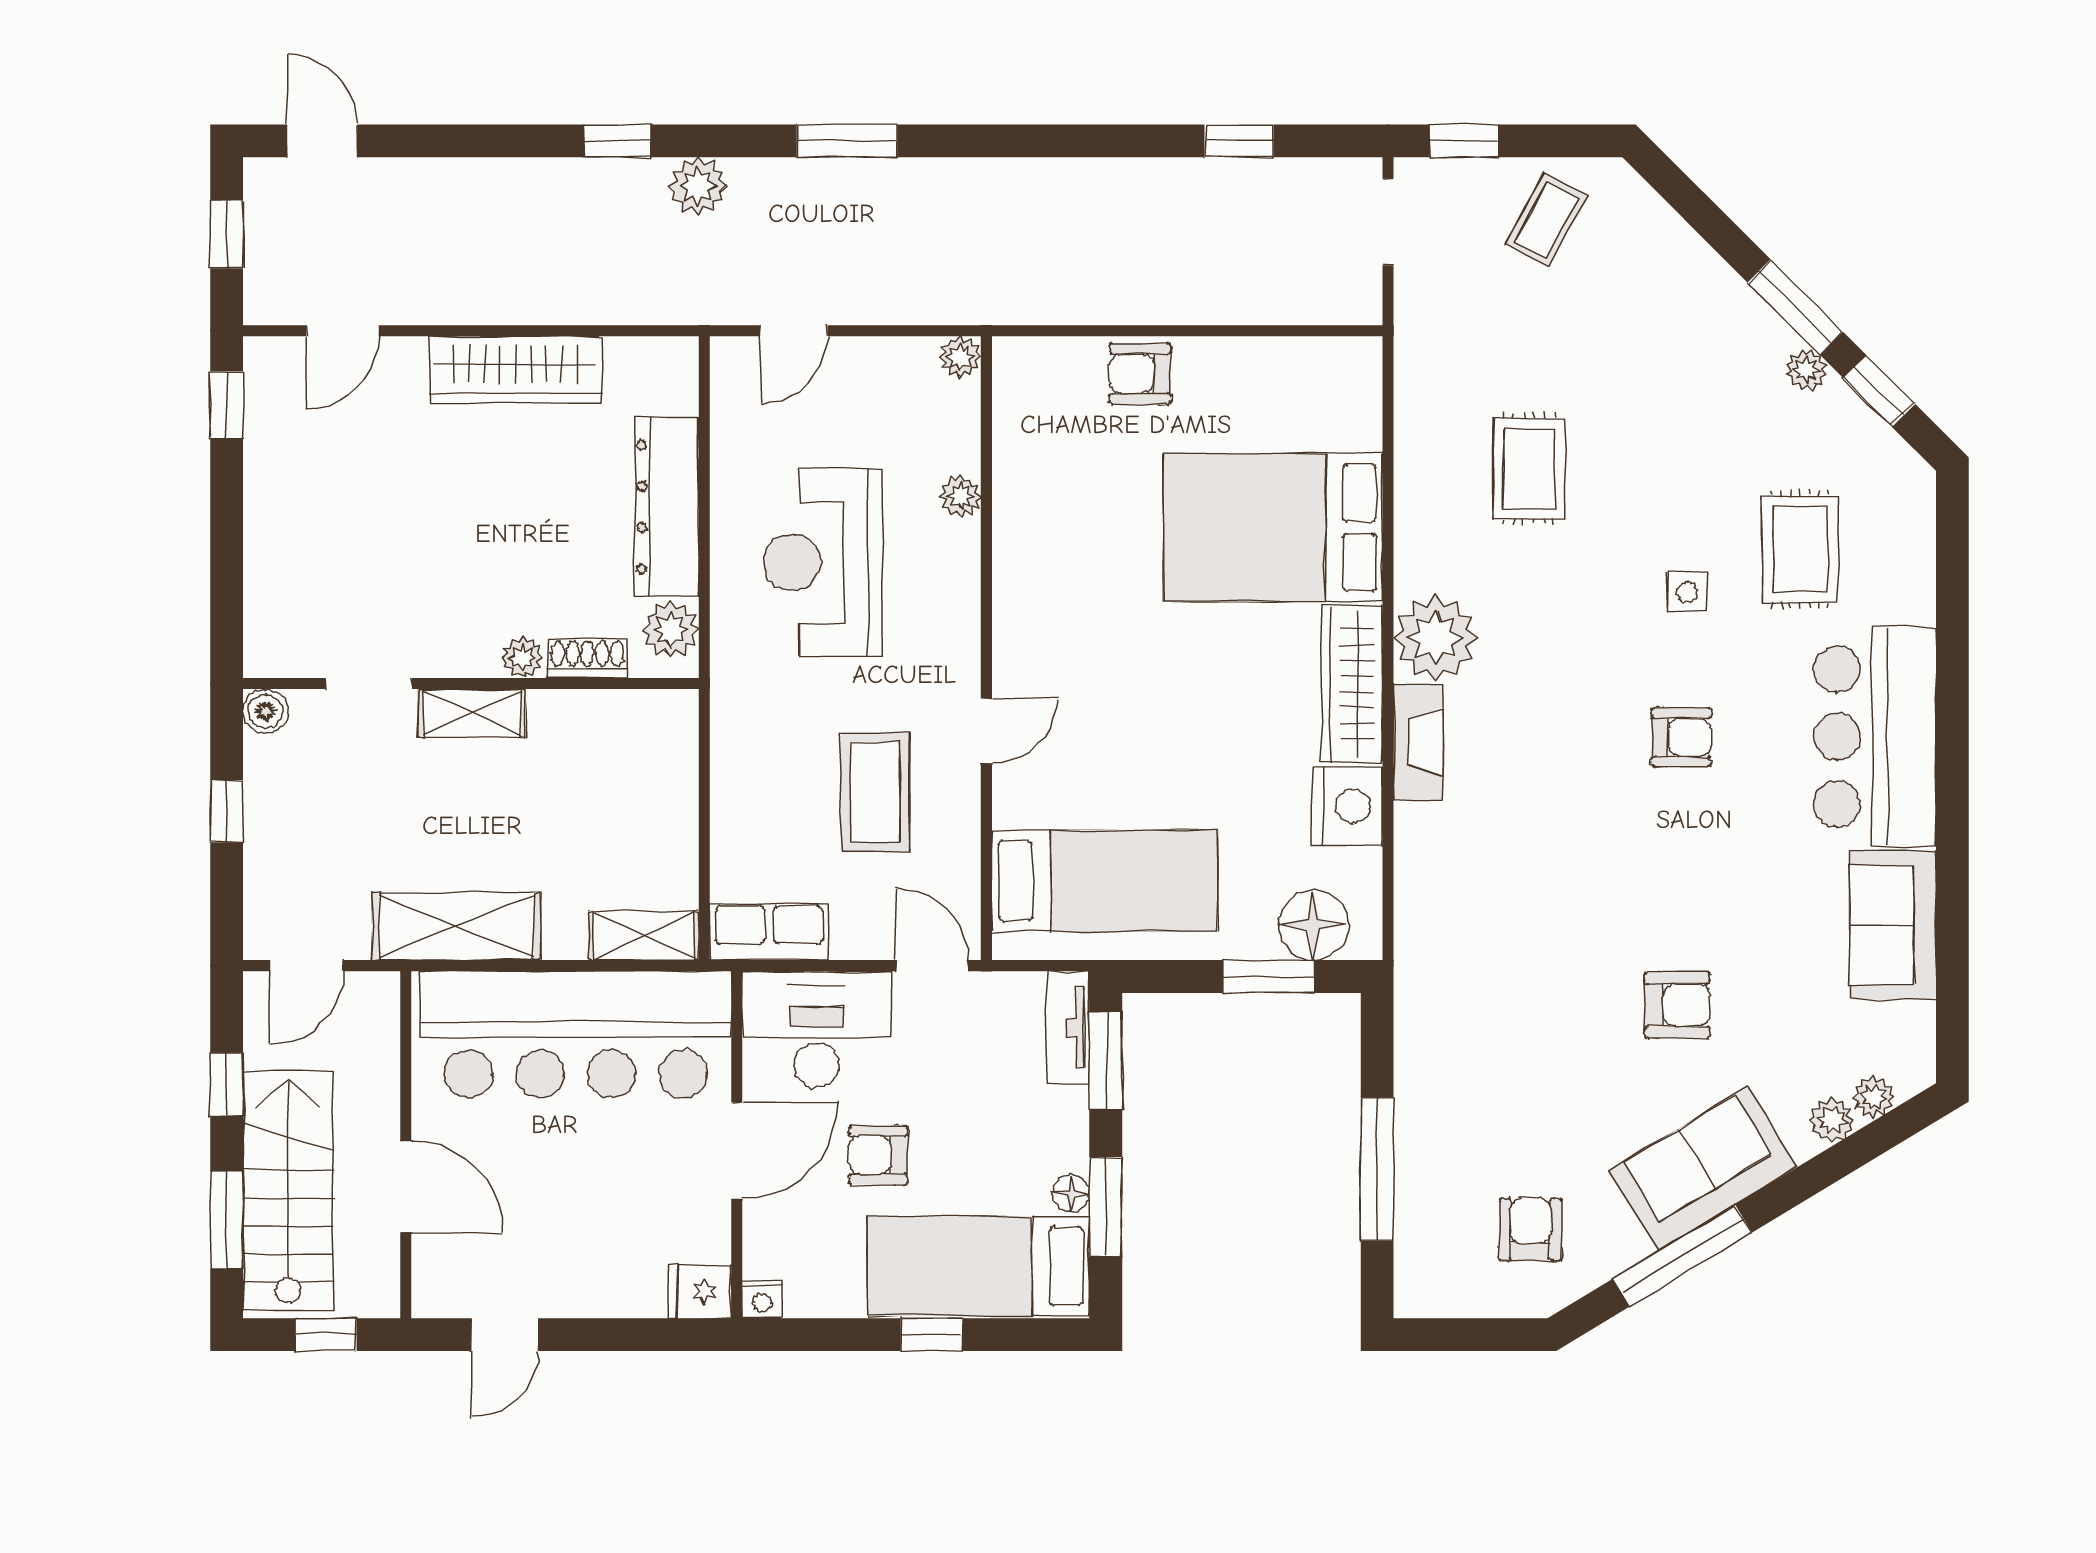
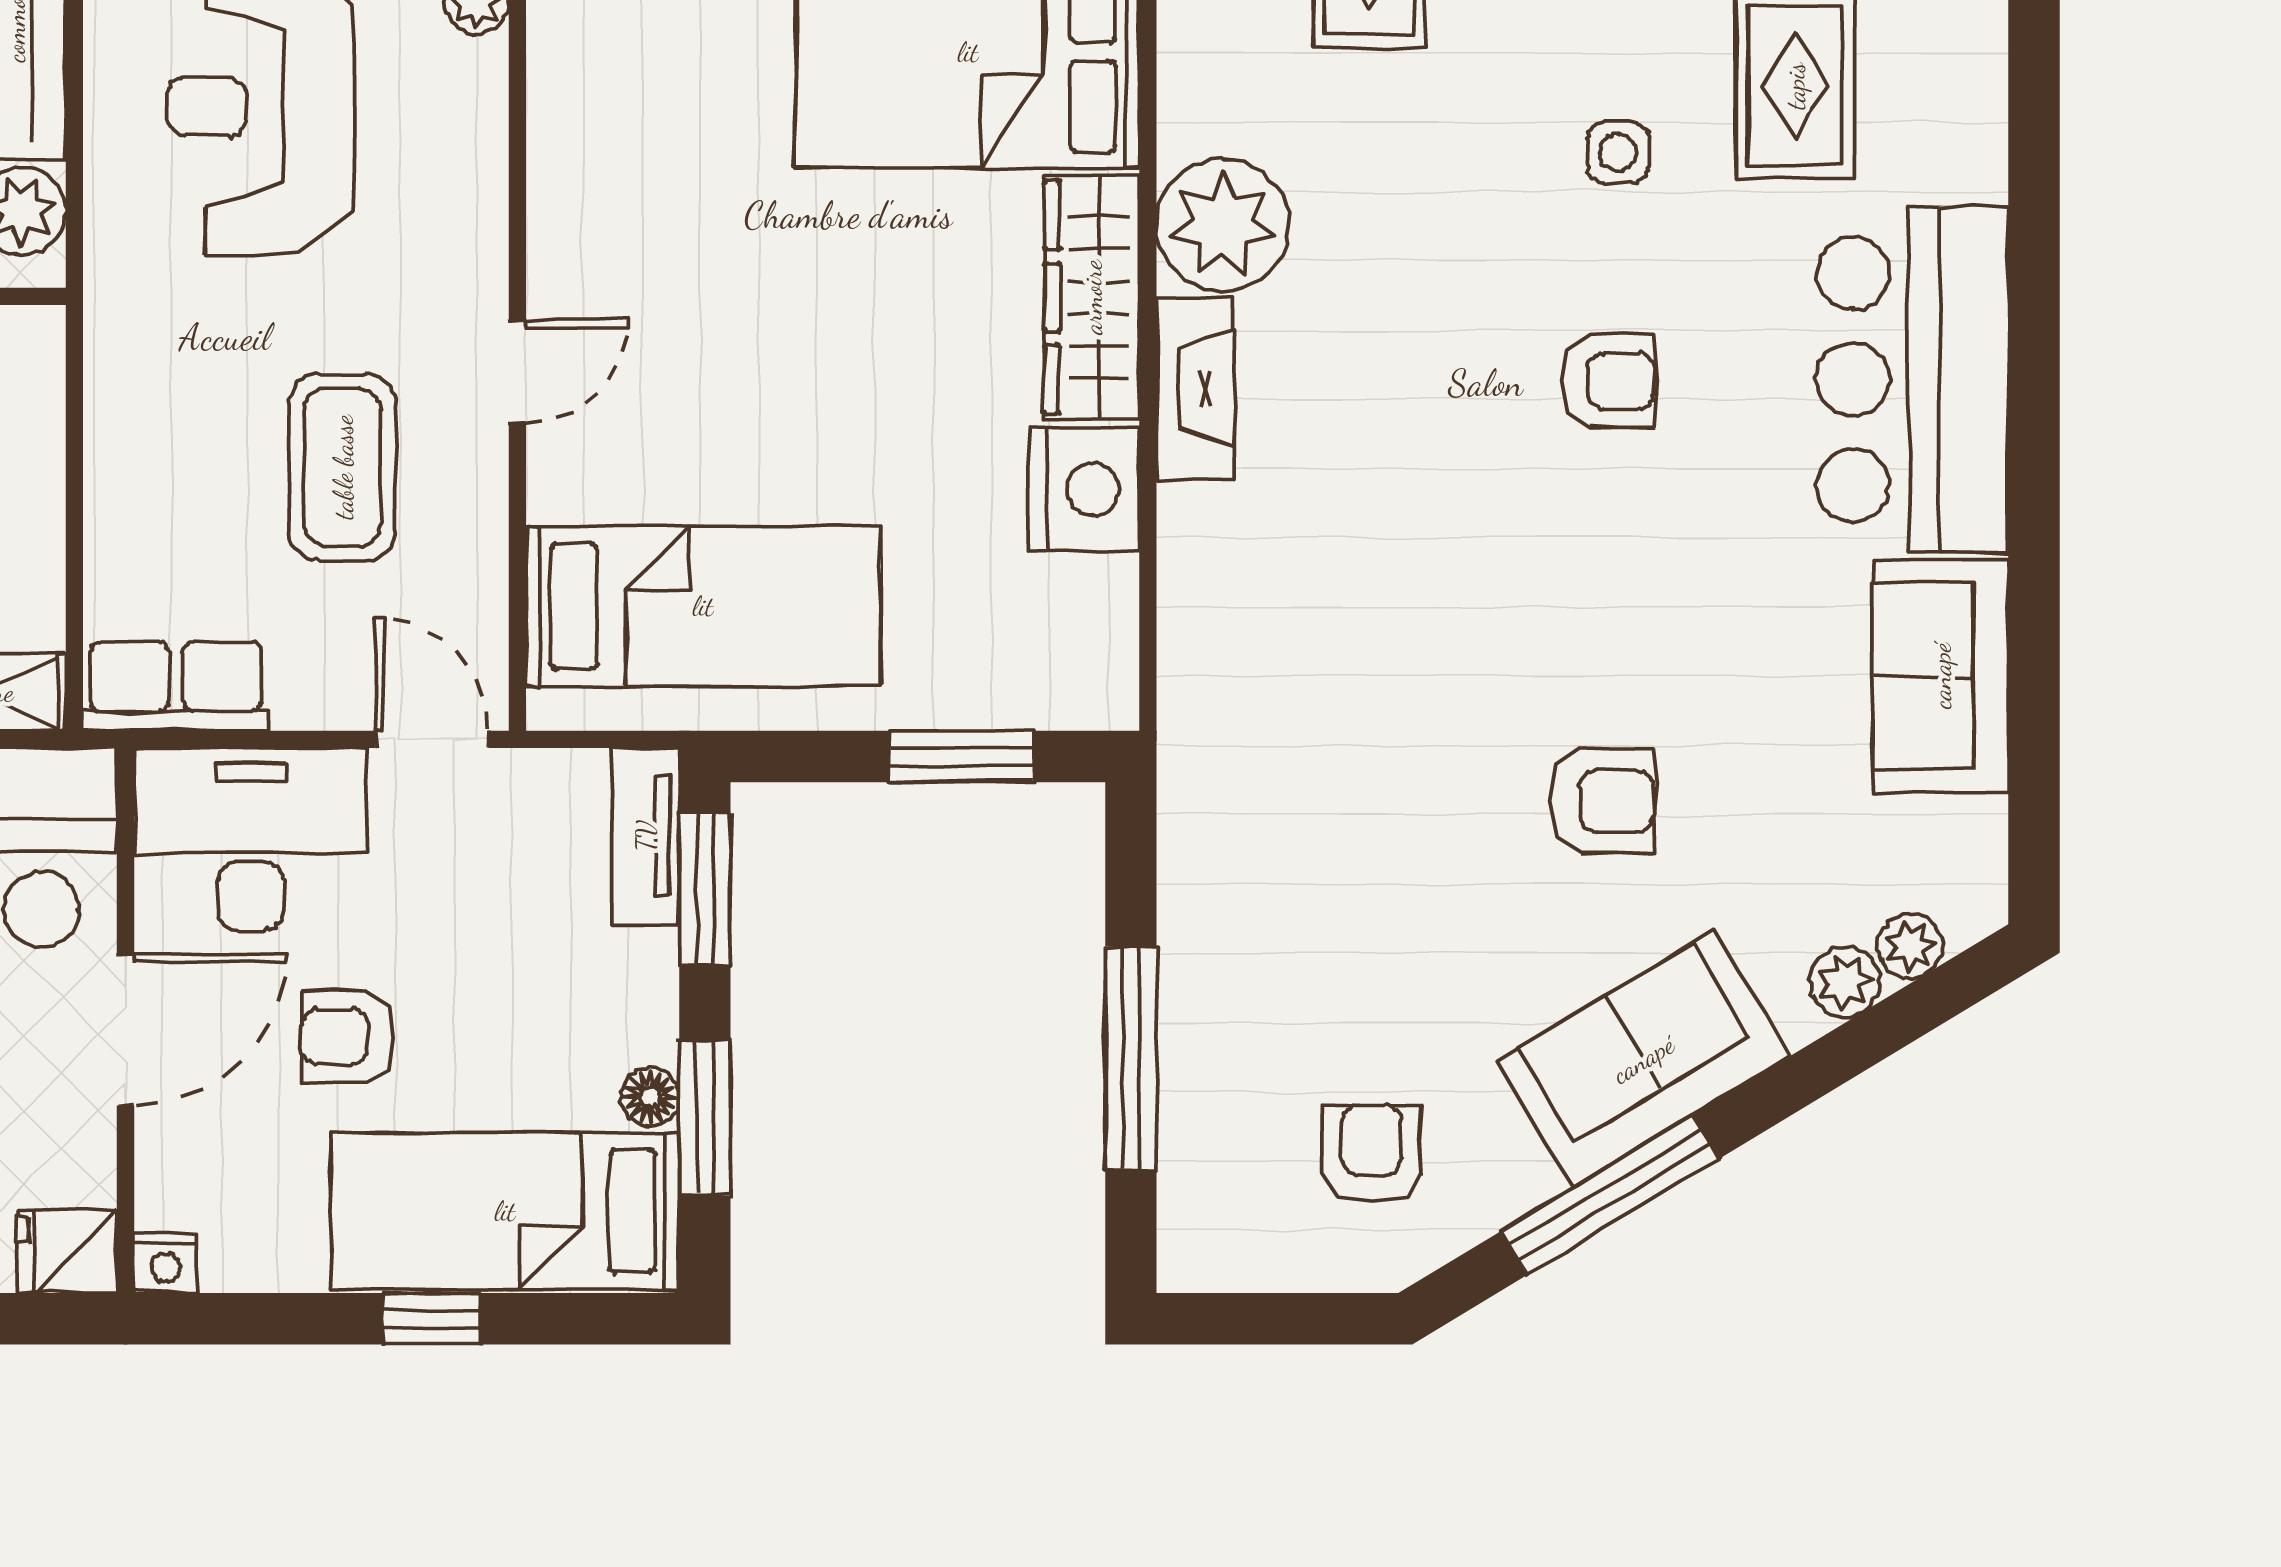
floor lamp: (1313, 925) -> (1031, 676), removed

